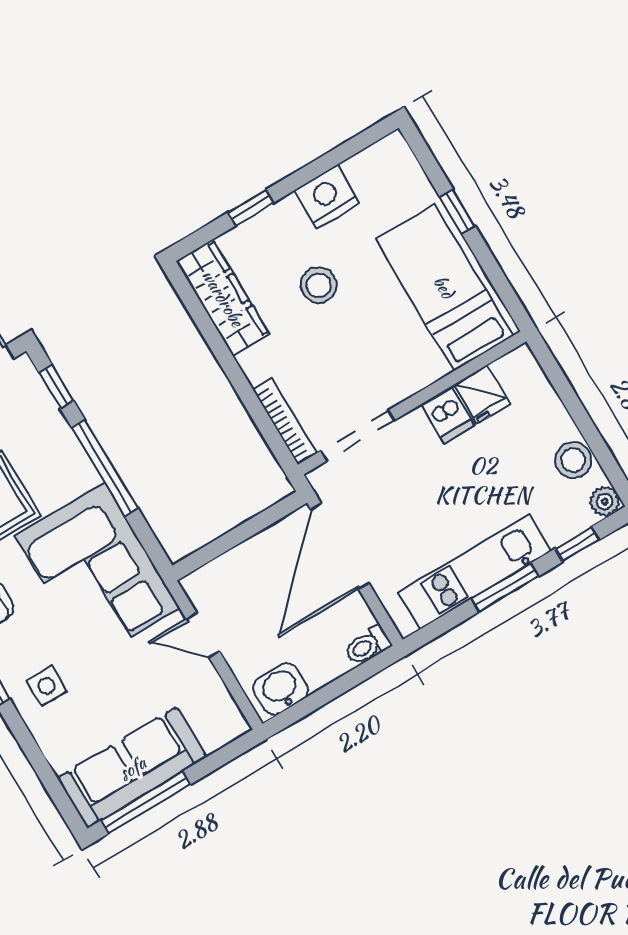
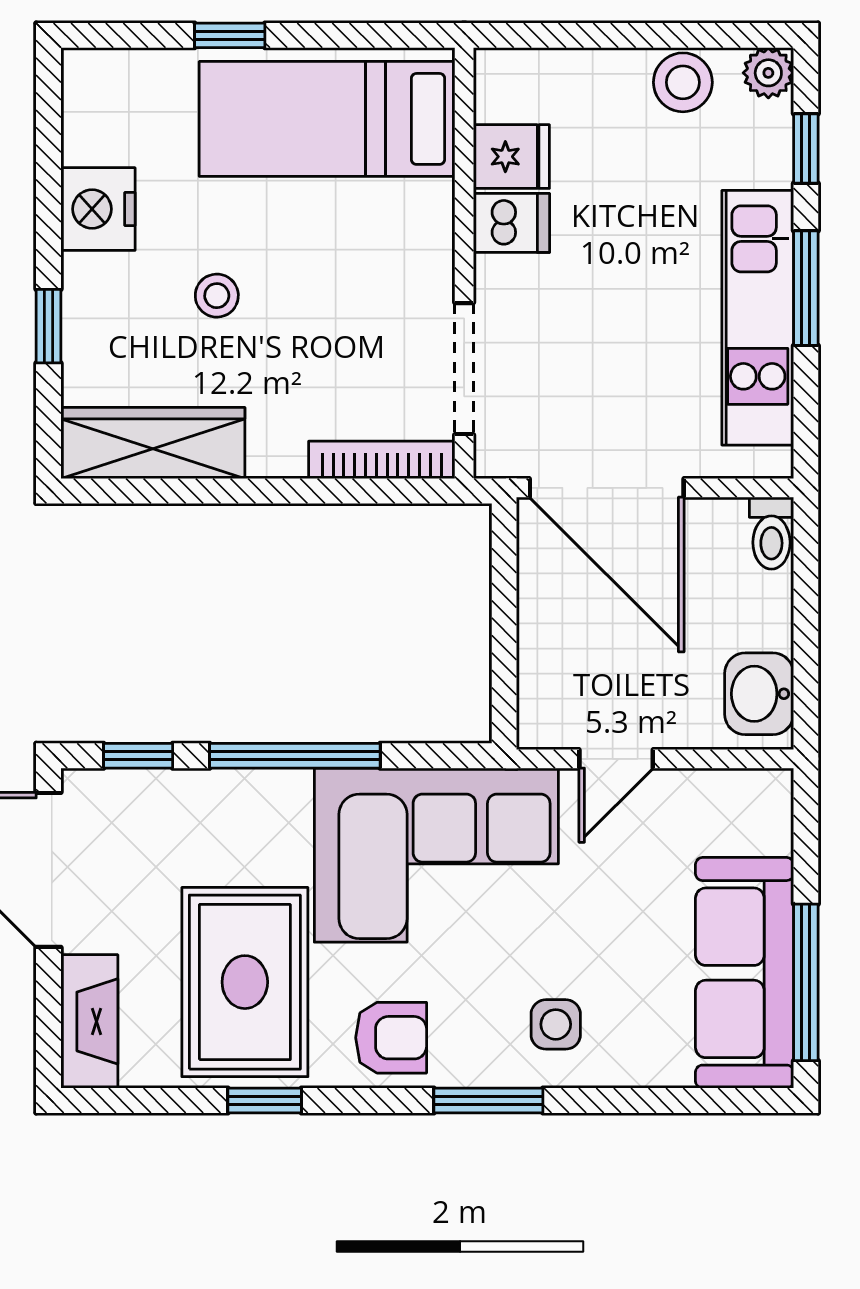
stool: (319, 285) -> (217, 296), width x0.73, depth x0.73

